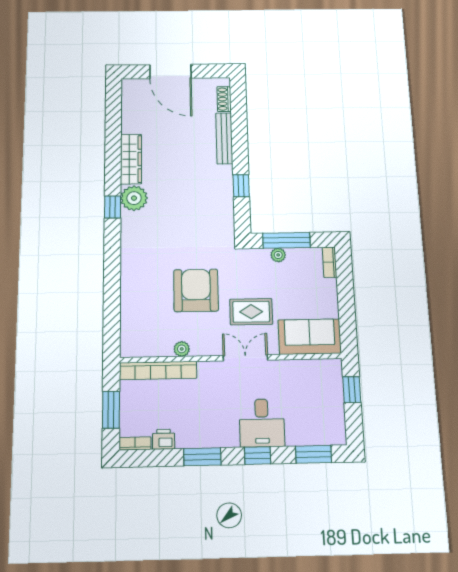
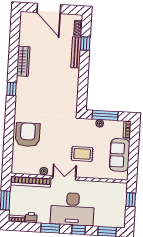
window: (241, 186) -> (85, 44), moved
plant: (134, 198) -> (24, 85), removed
armchair: (196, 290) -> (28, 135), moved
sofa: (310, 337) -> (120, 155), moved, turned -90
double door: (245, 358) -> (64, 178), moved
desk: (262, 423) -> (72, 209), width x1.87, depth x1.30

